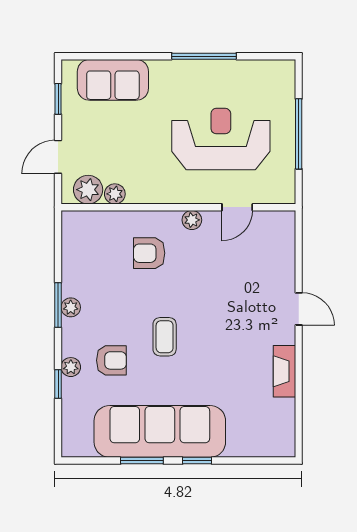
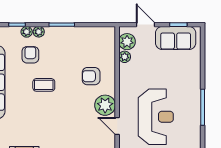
sofa: (113, 80) -> (176, 38), moved, turned -90
plant: (192, 220) -> (105, 105), width x1.87, depth x1.87
armchair: (149, 253) -> (91, 76), turned -90
plant: (71, 307) -> (39, 32), moved
armchair: (111, 360) -> (30, 55), turned 180

